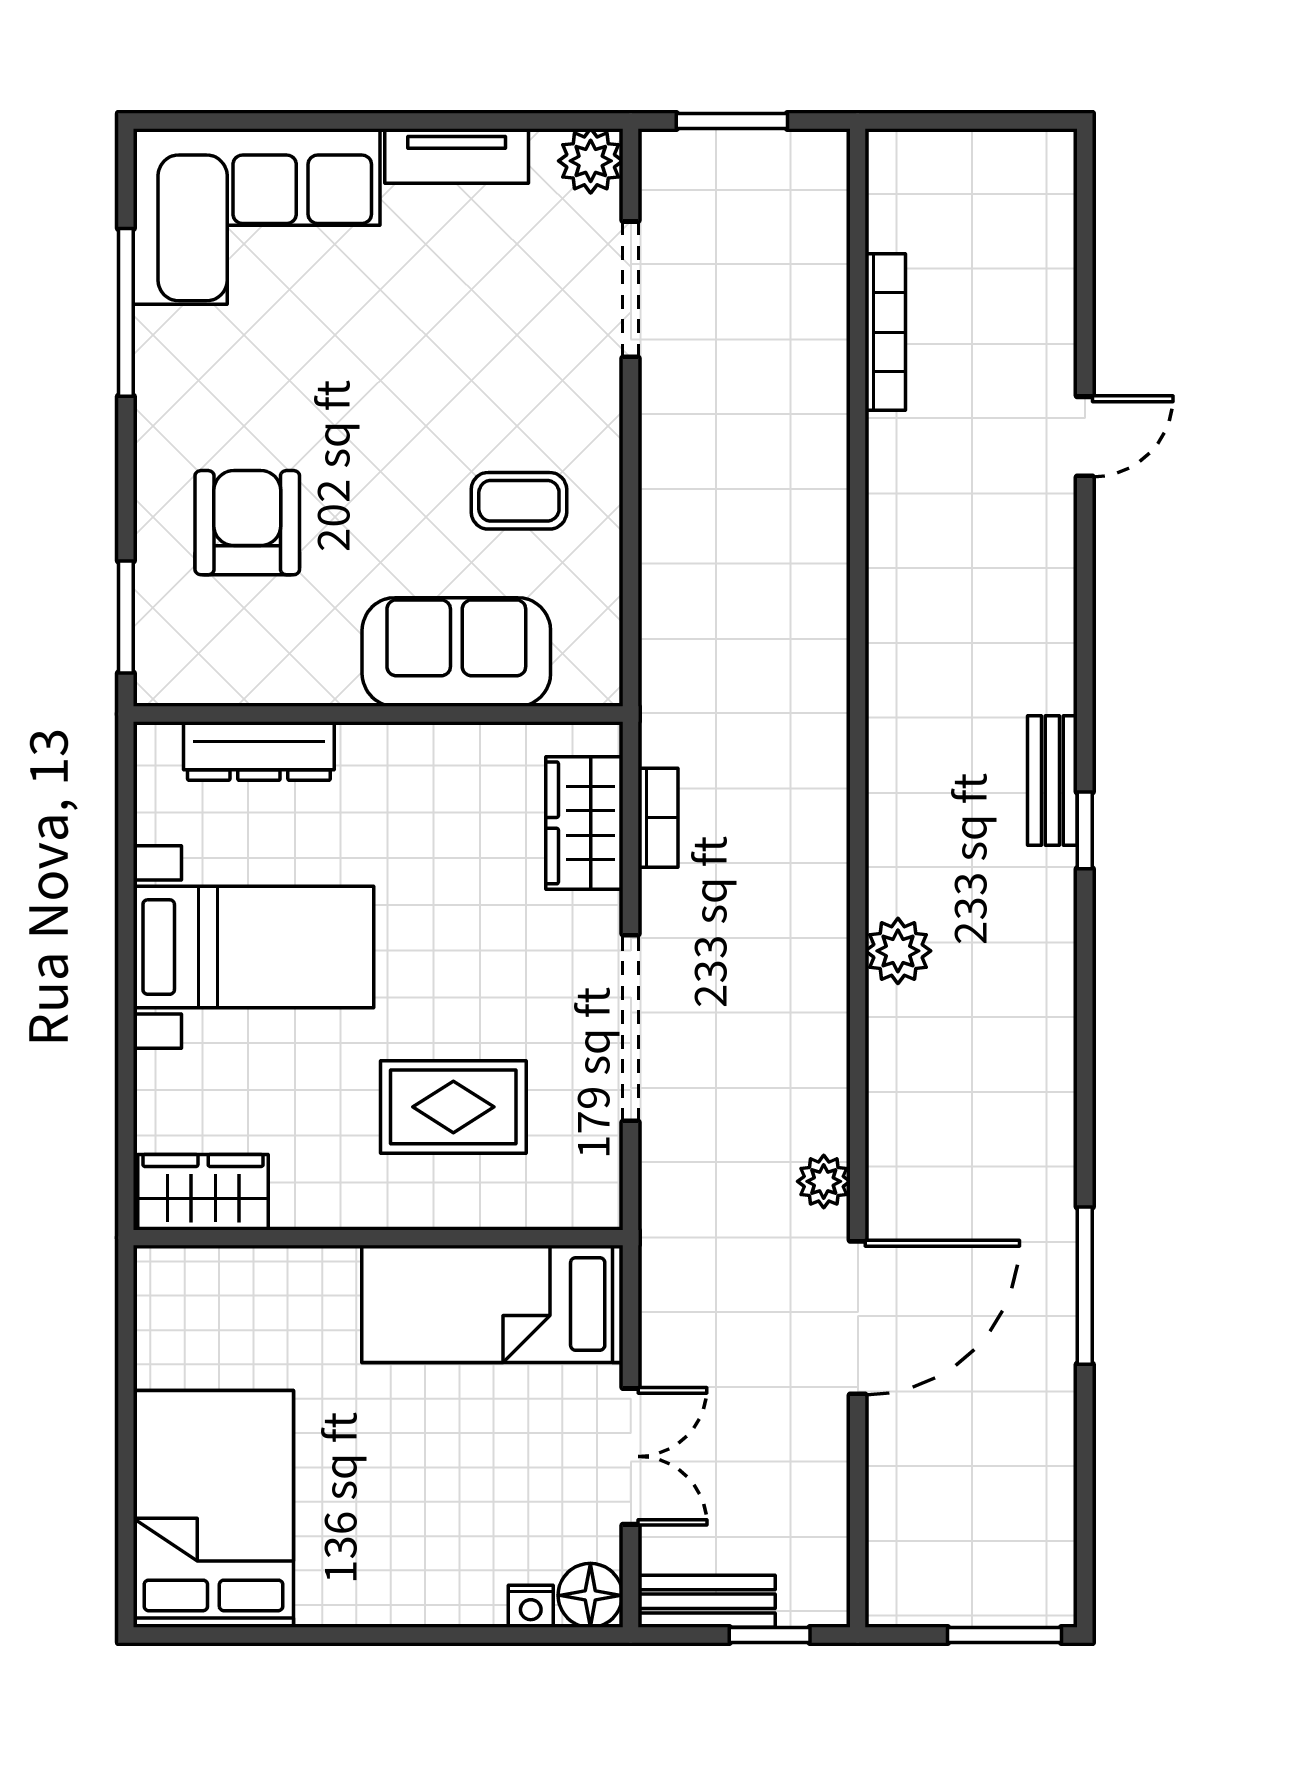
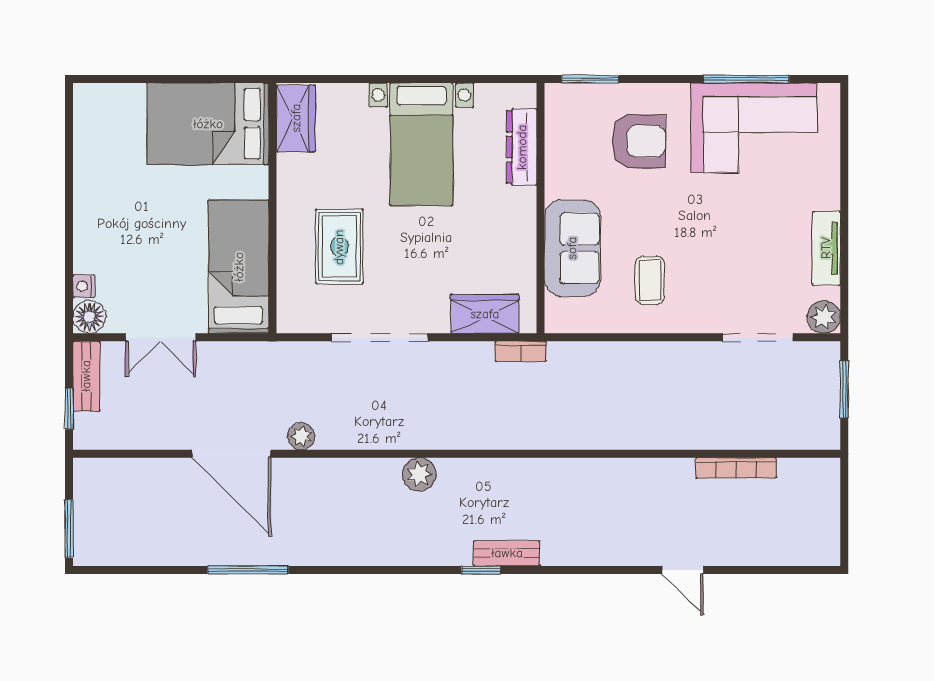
corner sofa: (257, 216) -> (754, 128), moved, turned -90
bookcase: (658, 818) -> (521, 351), moved
bed: (213, 1509) -> (208, 124), moved, turned 180

